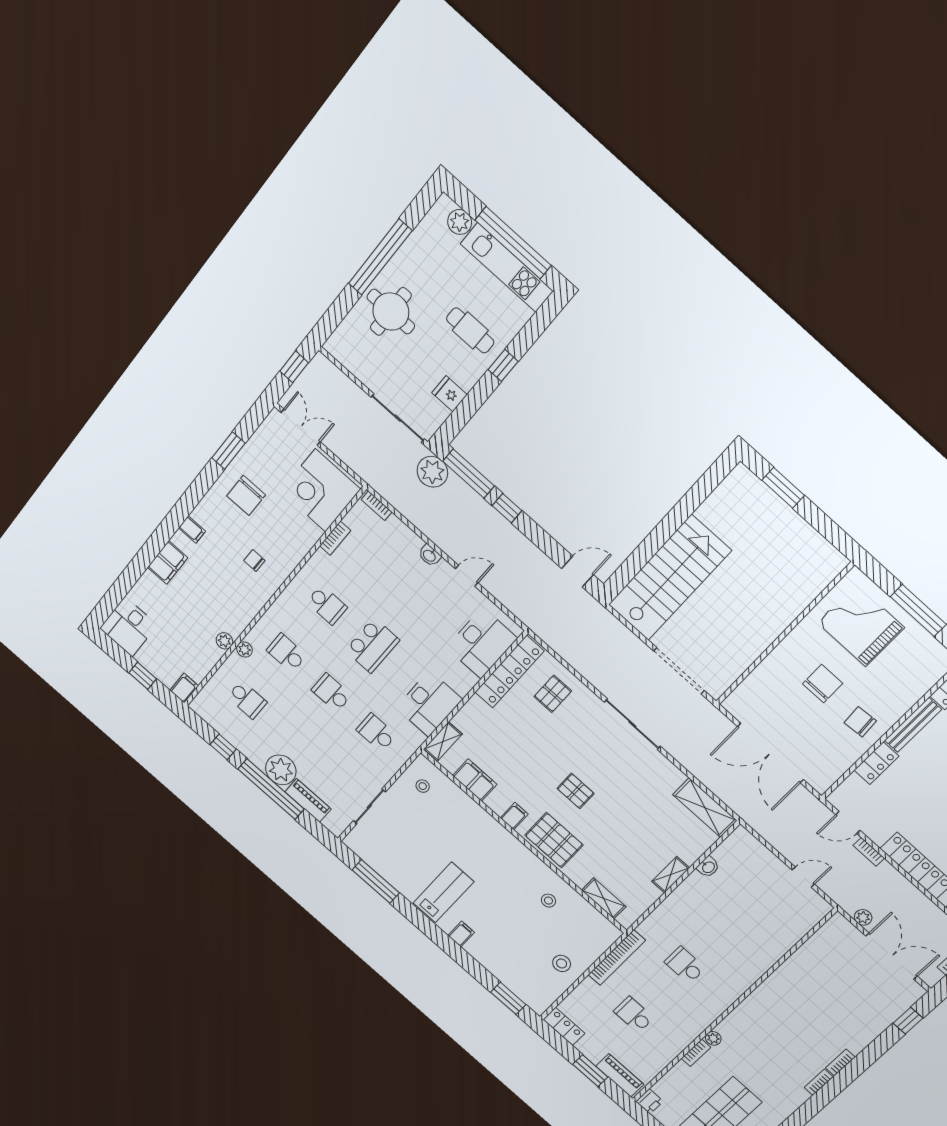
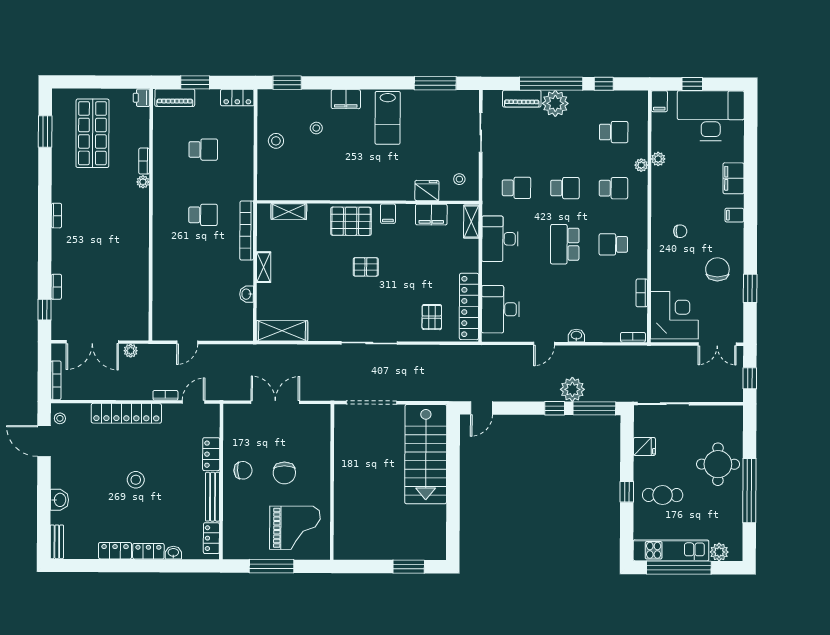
plant: (432, 472) -> (572, 389), moved
desk: (128, 627) -> (711, 116), width x1.87, depth x1.30
school desk: (247, 700) -> (614, 132), turned 180
double door: (771, 753) -> (275, 402), width x0.73
fridge: (461, 803) -> (427, 191), added
stool: (548, 901) -> (316, 128), moved
filing cabinet: (461, 934) -> (346, 99), width x2.00
bookcase: (617, 958) -> (247, 230), moved
bookcase: (840, 1063) -> (56, 287), moved

